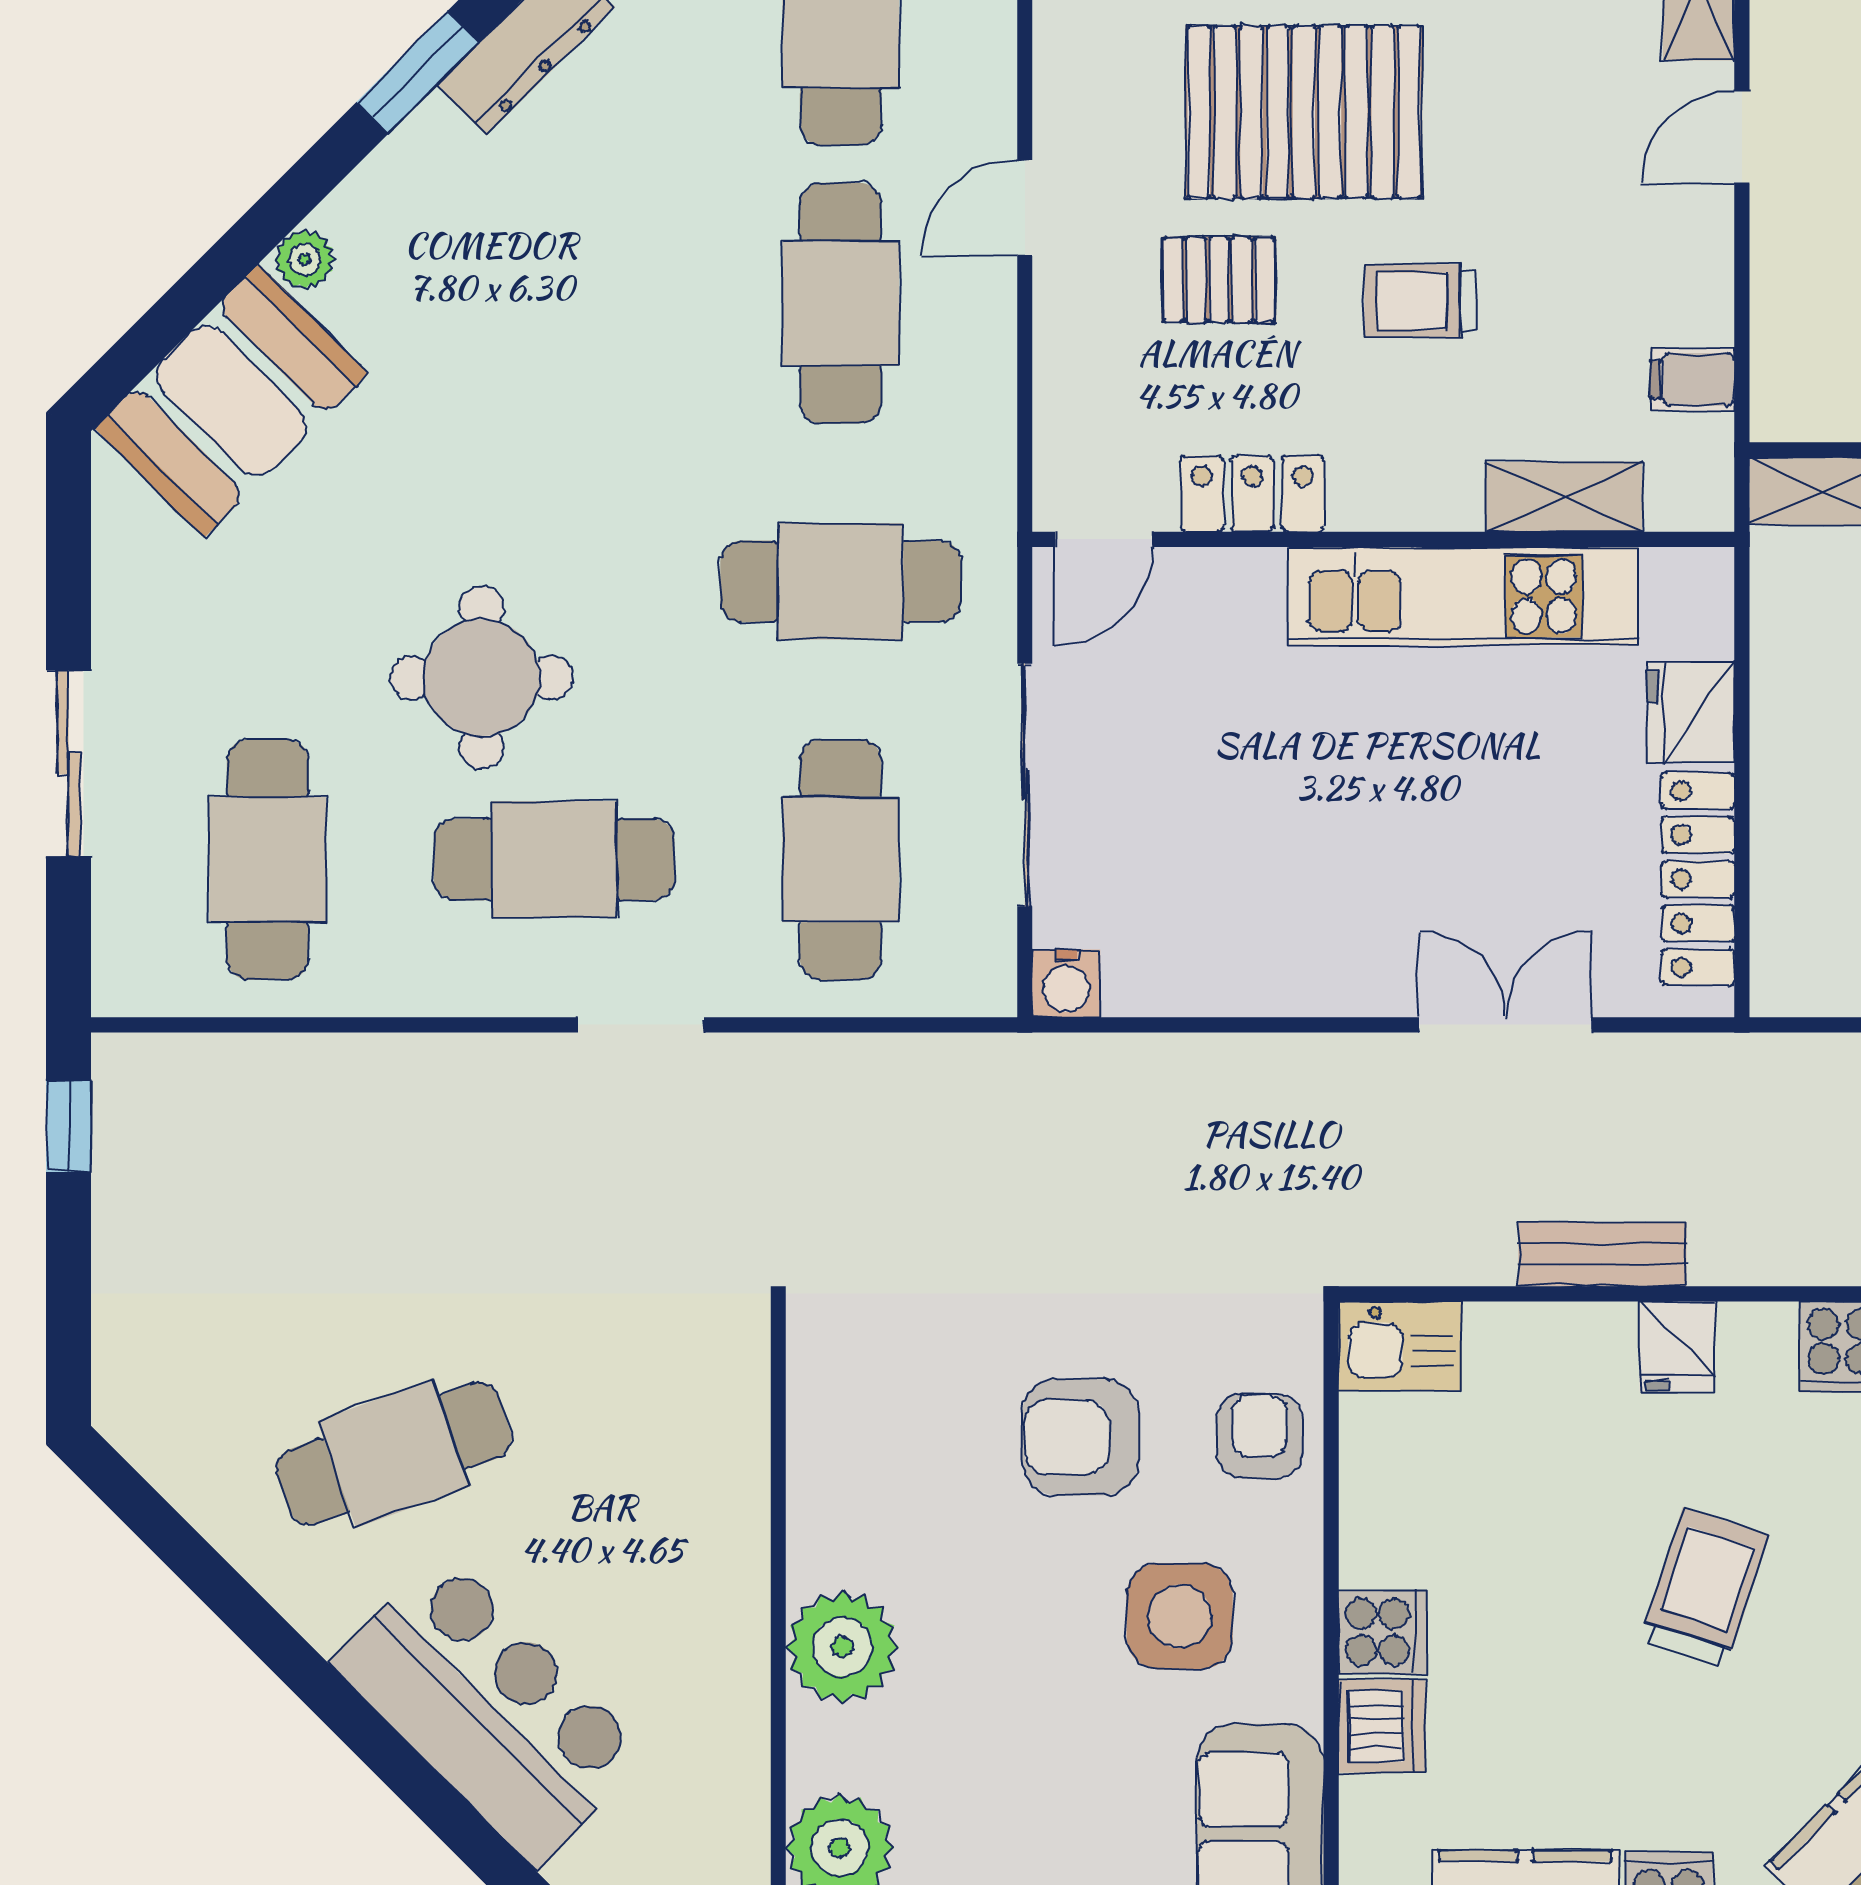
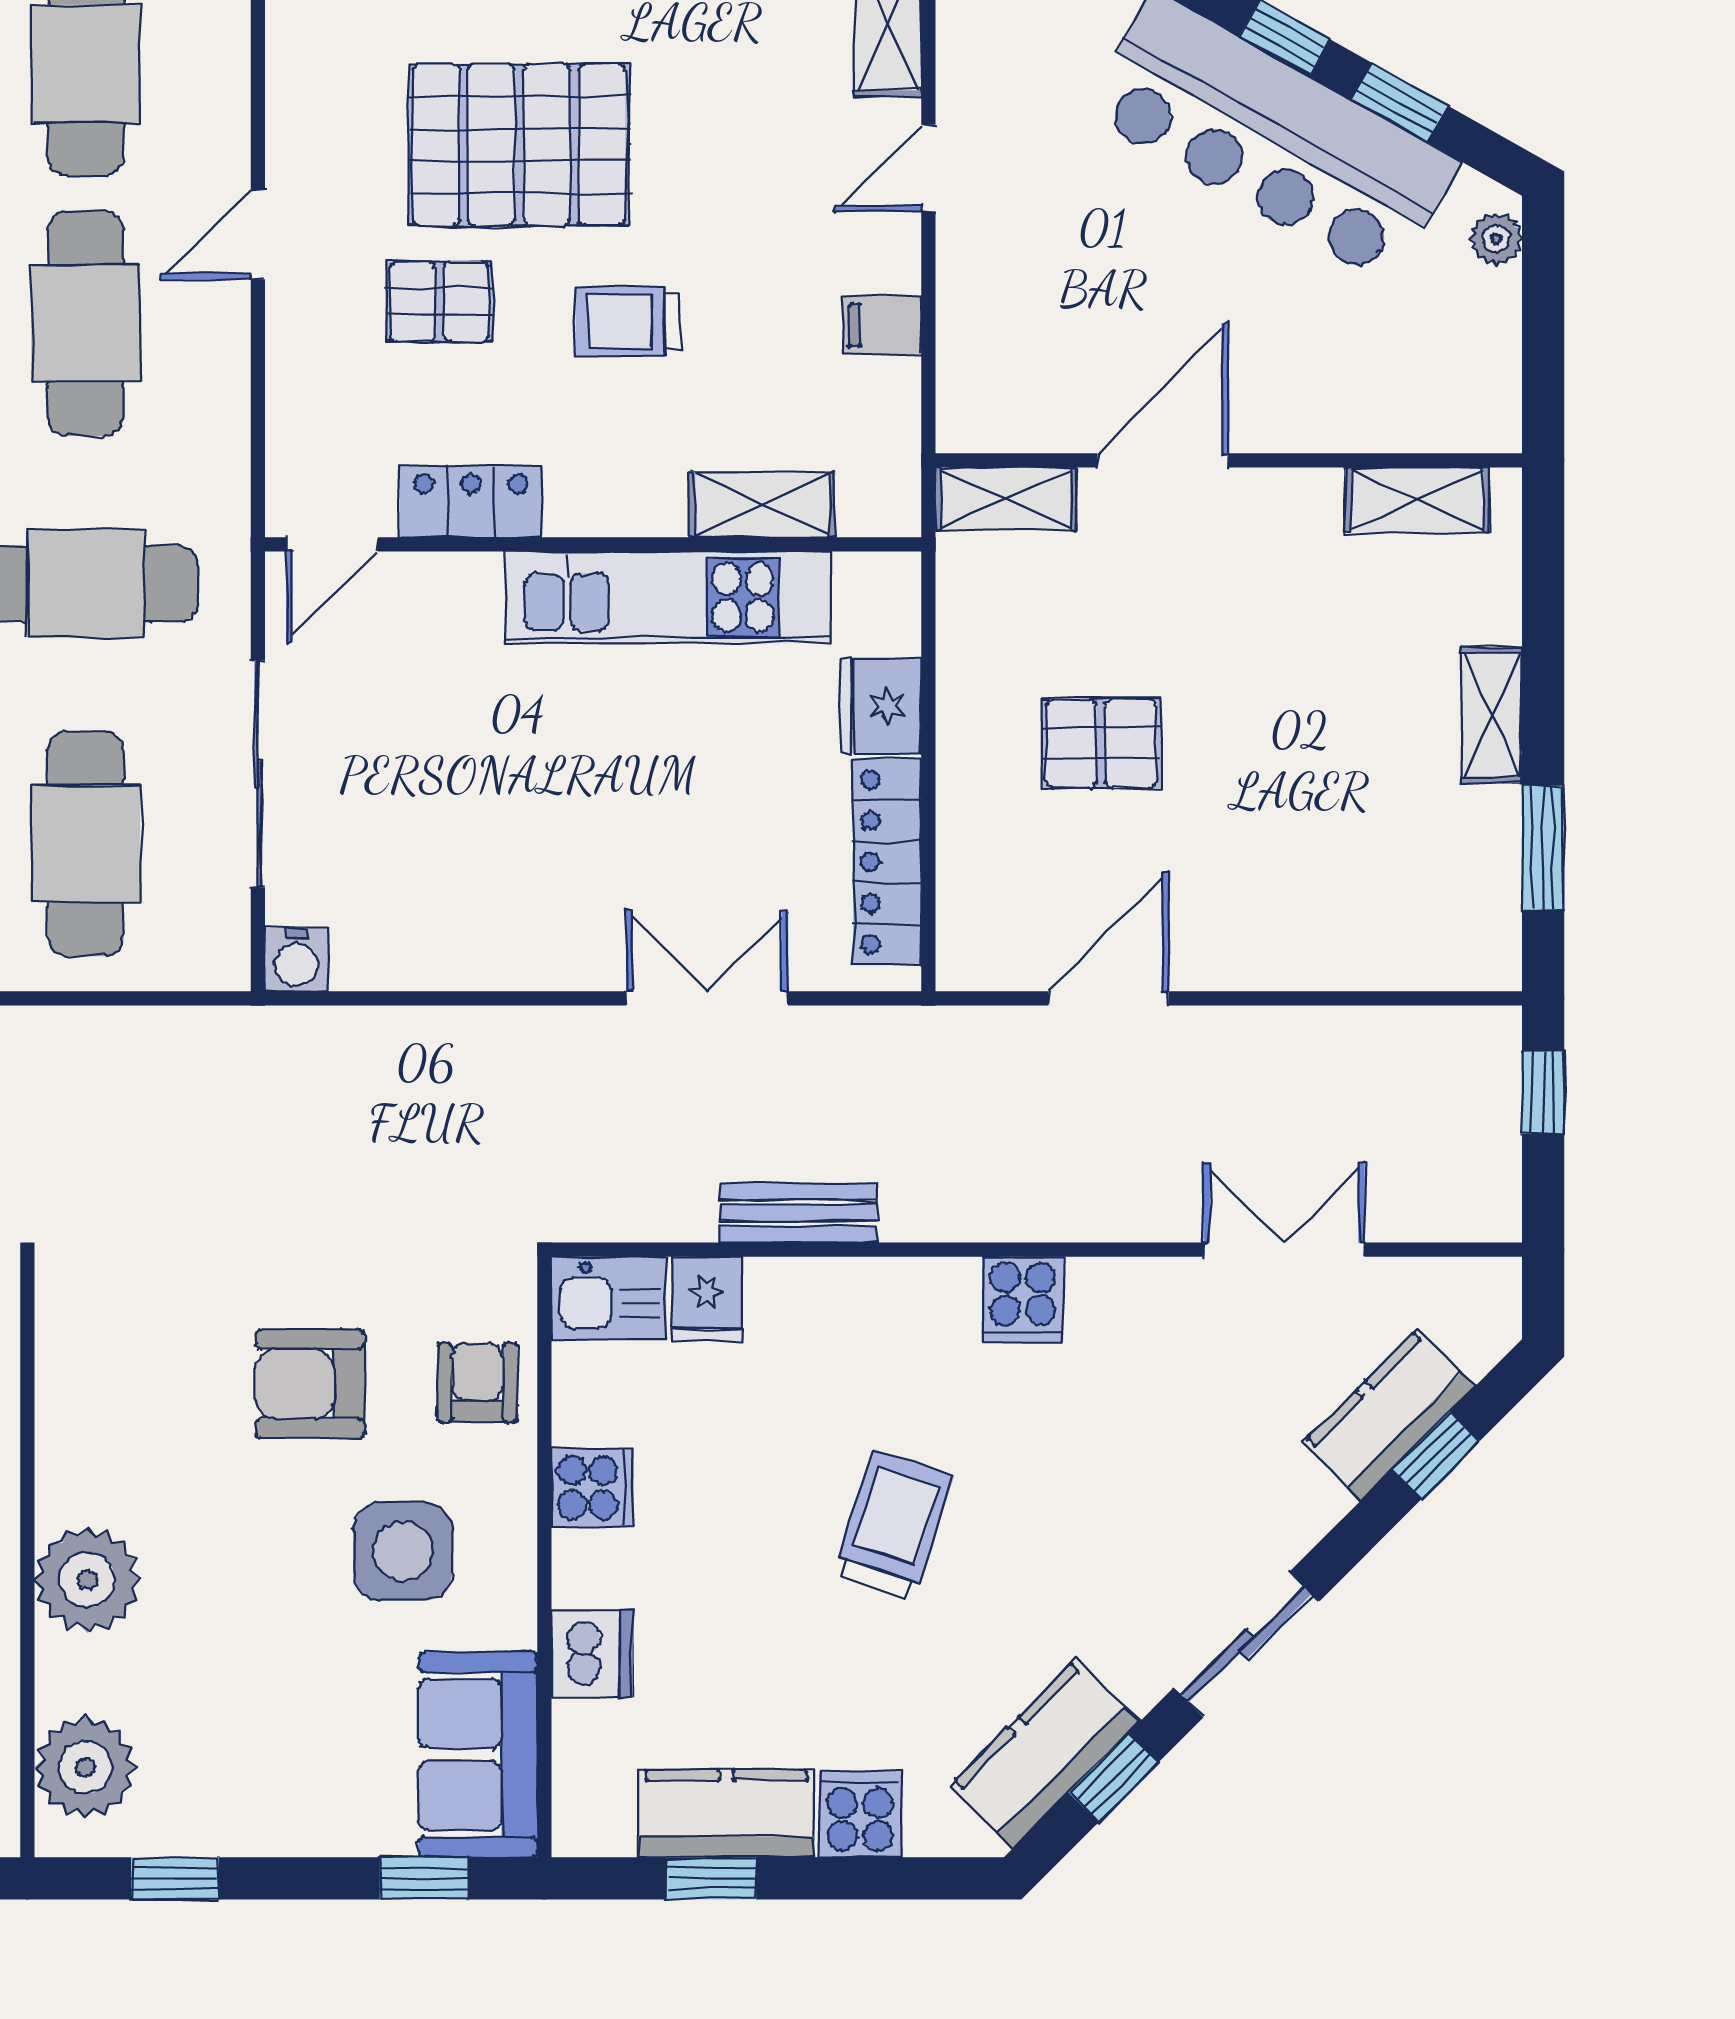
filing cabinet: (1692, 380) -> (882, 325), moved
fridge: (1677, 1346) -> (707, 1299), moved
cooker: (1383, 1632) -> (593, 1487), moved

